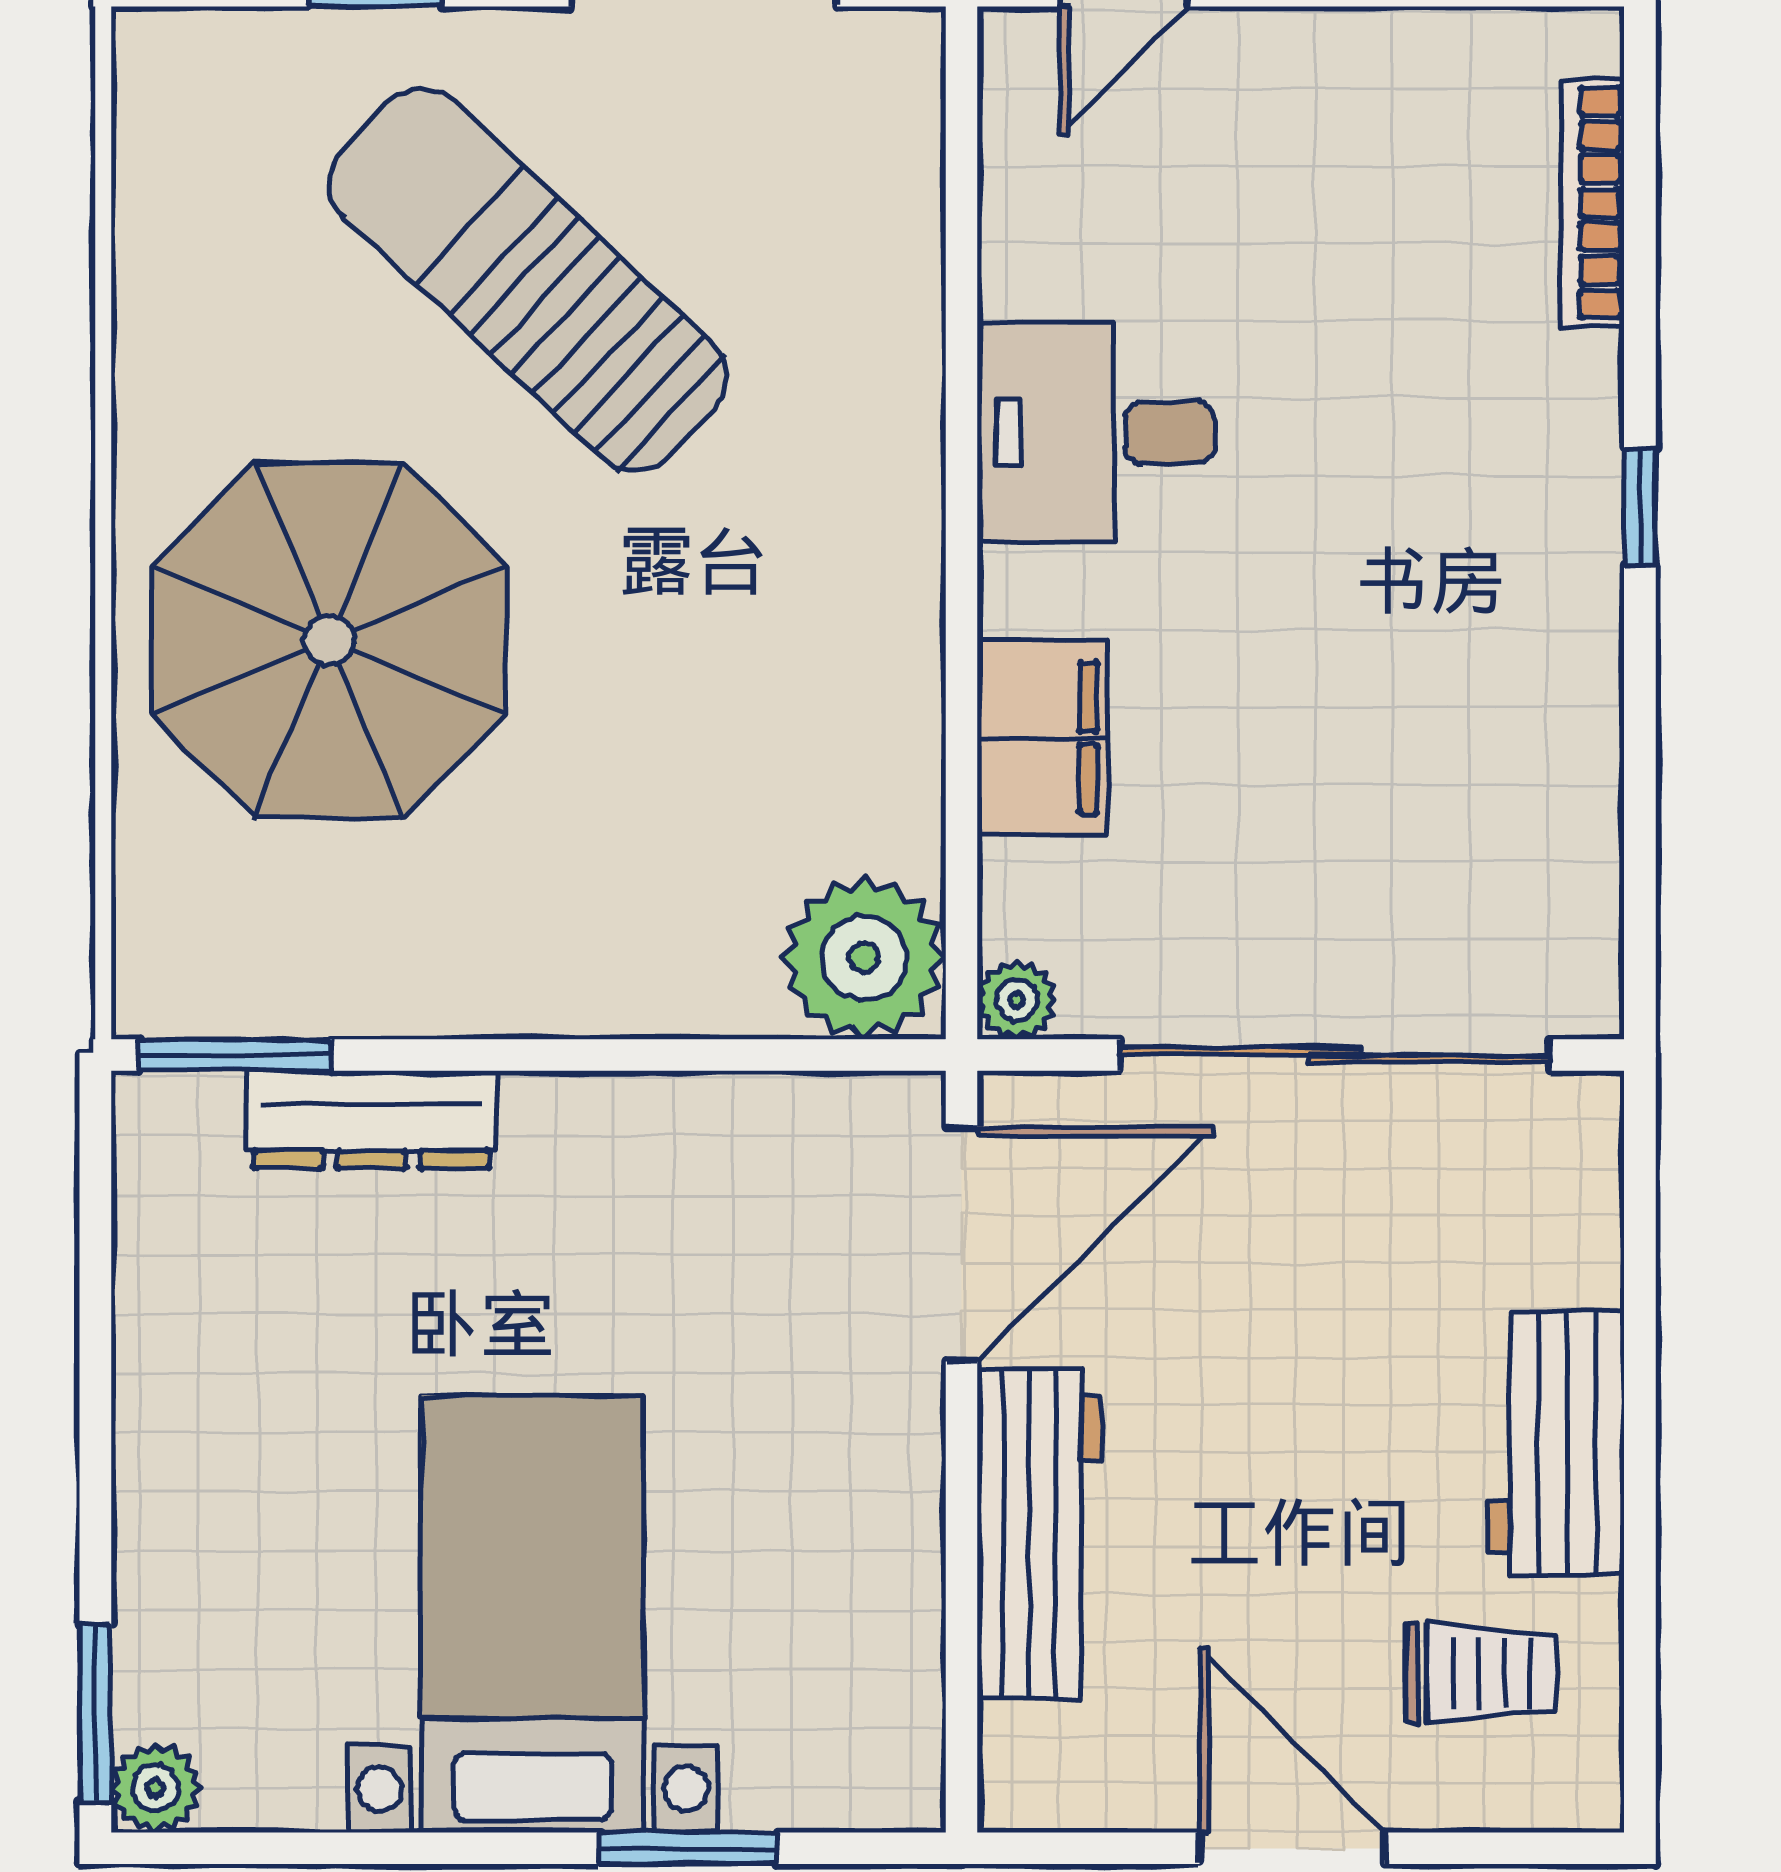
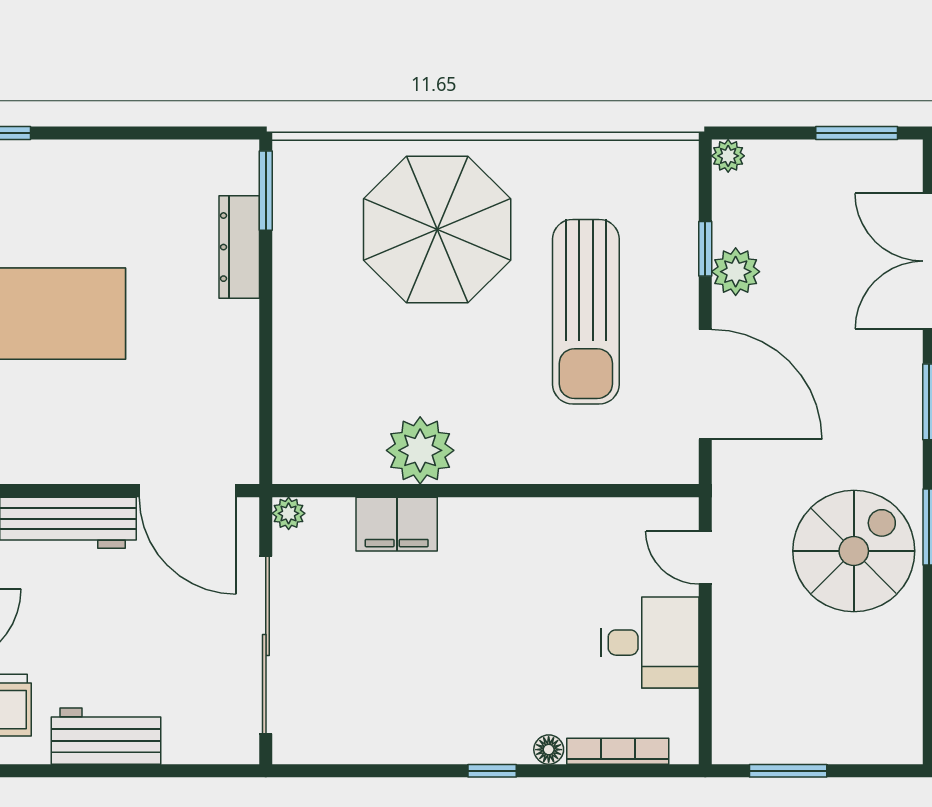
sun lounger: (528, 280) -> (586, 312), turned 137
floor lamp: (1589, 370) -> (549, 750), added
desk: (1096, 433) -> (650, 643), moved, turned 90
plant: (864, 958) -> (420, 450), moved

